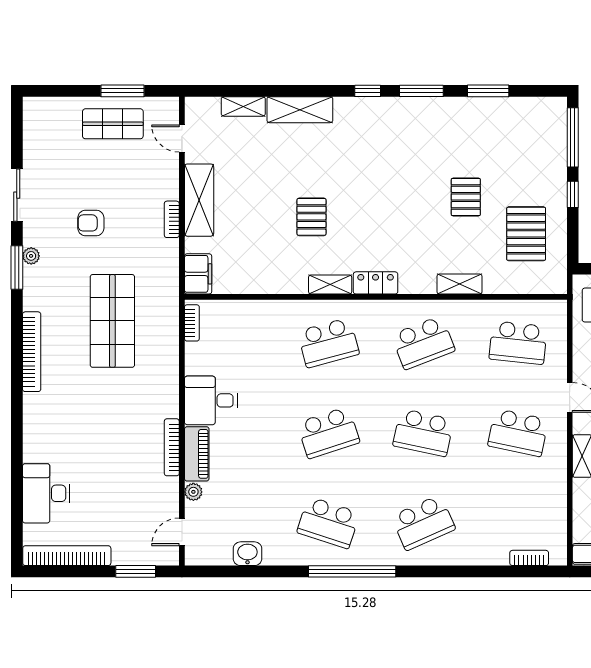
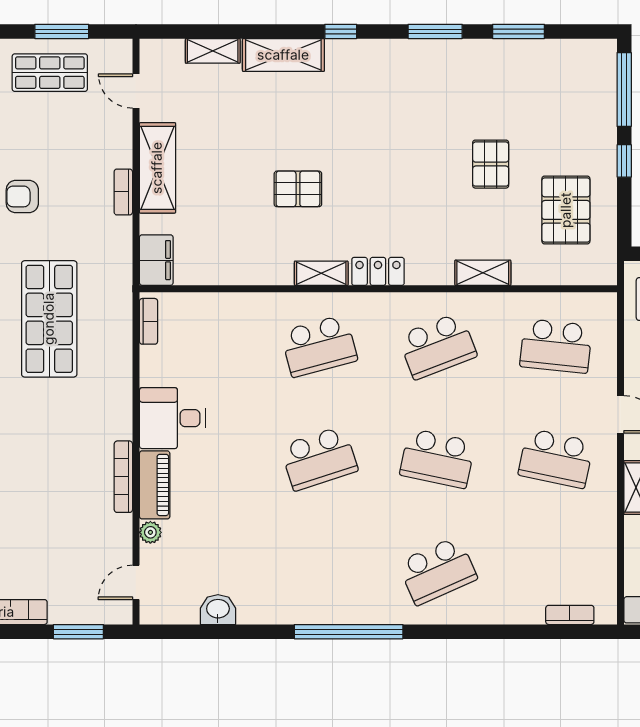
window: (368, 91) -> (341, 31), moved
pallet: (311, 217) -> (298, 189), turned 90
school desk: (328, 523) -> (319, 571), removed

